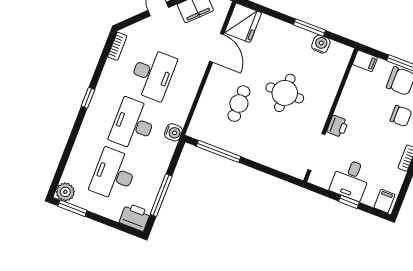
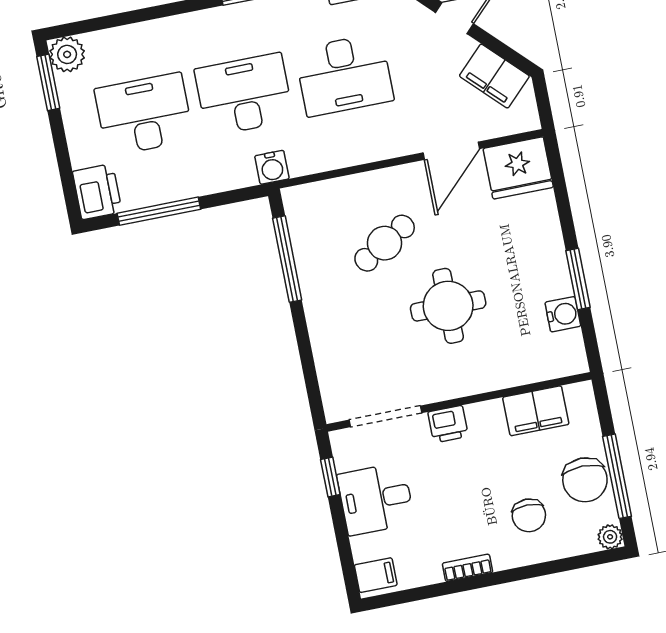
filing cabinet: (365, 61) -> (536, 411), moved, width x2.00
cafe table: (239, 104) -> (385, 243), turned -31
window: (349, 202) -> (330, 477), moved

